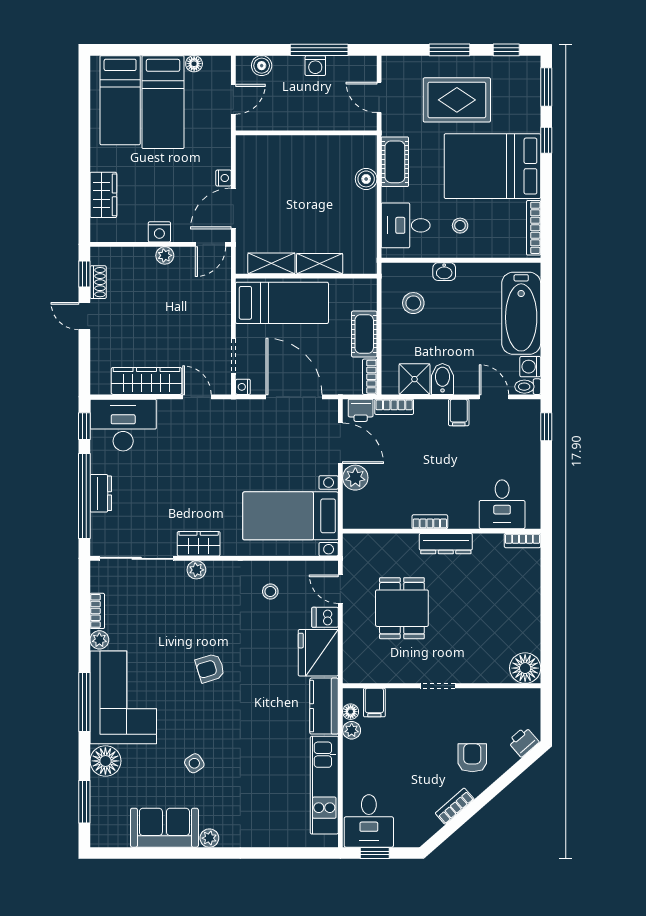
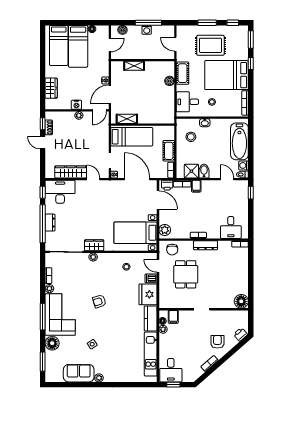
shelving: (320, 264) -> (134, 66), moved
filing cabinet: (459, 412) -> (196, 186), moved
plant: (355, 478) -> (165, 230), moved
chair: (372, 553) -> (172, 250), added

